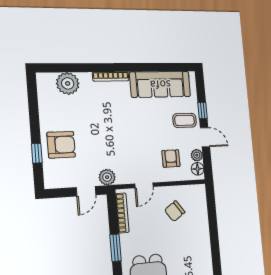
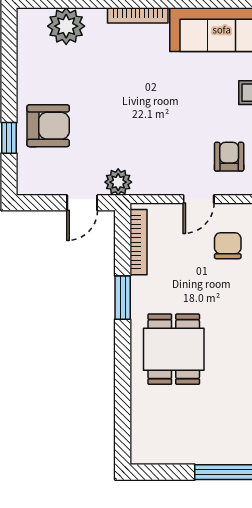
door: (144, 185) -> (199, 199), moved
chair: (175, 211) -> (228, 246), turned 125

